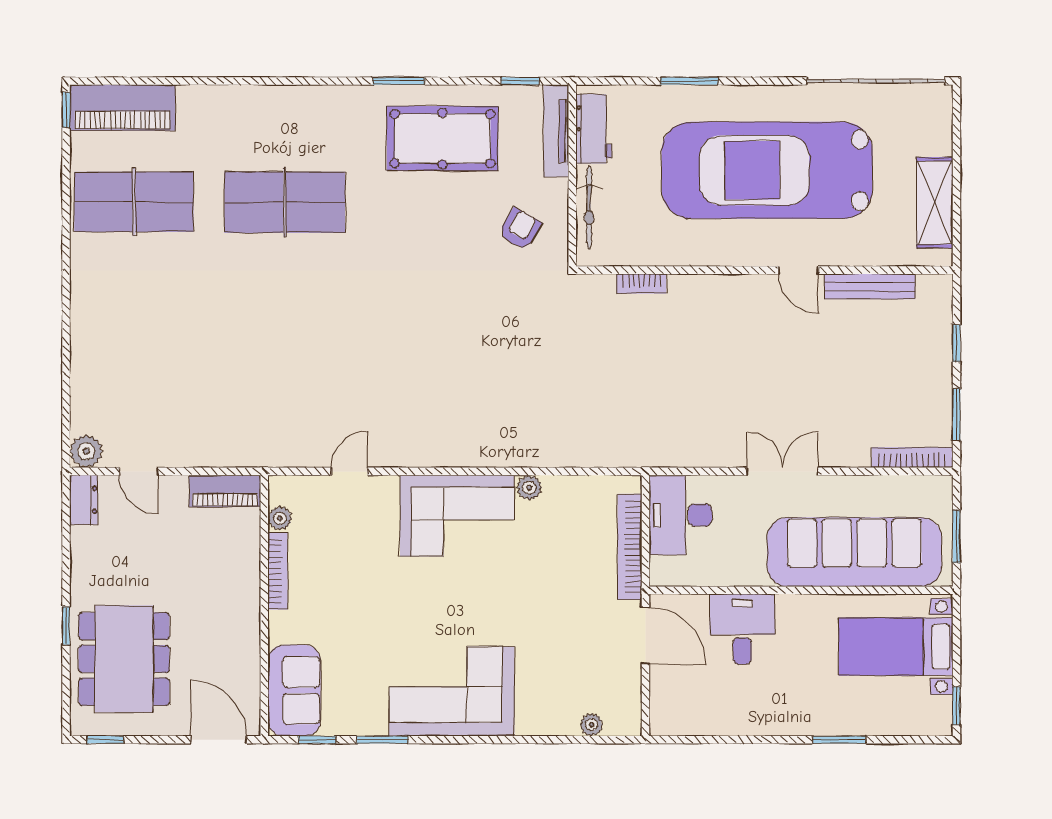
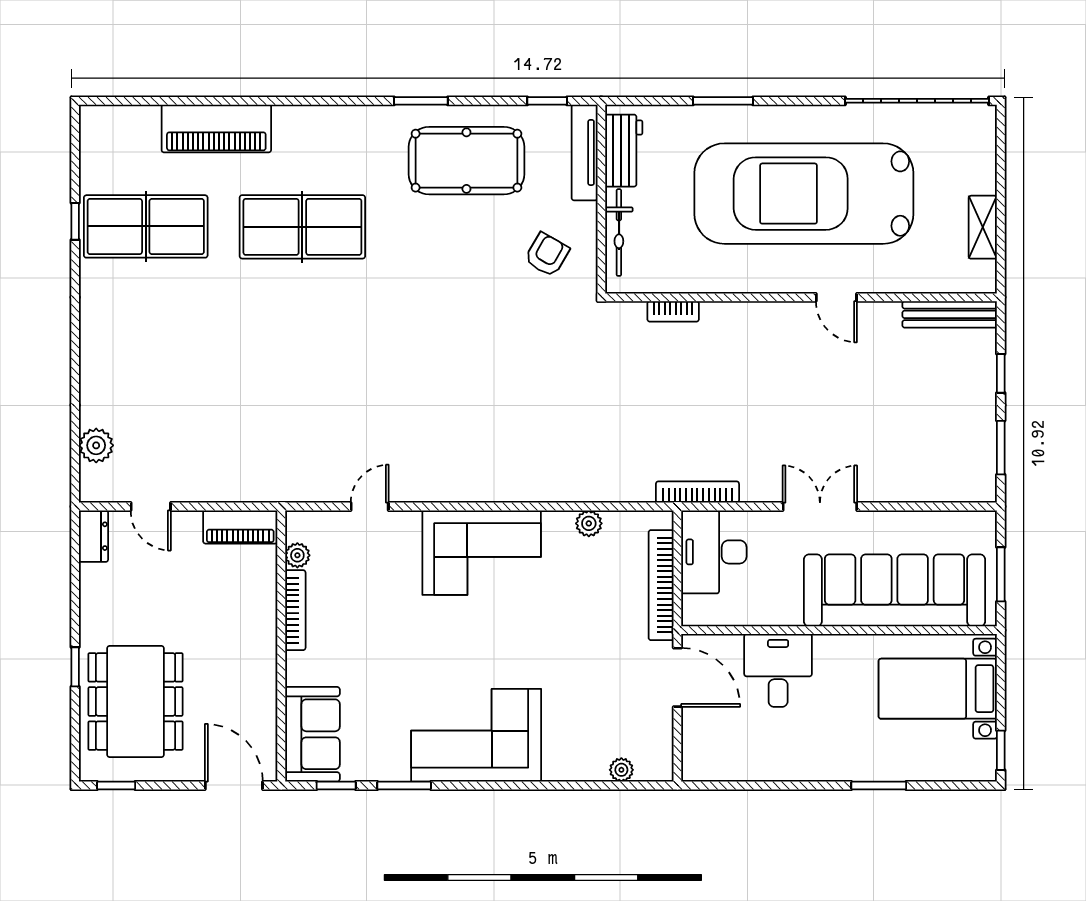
piano: (122, 108) -> (216, 128), moved
window: (66, 110) -> (75, 221), moved
shelving: (935, 203) -> (983, 227), width x0.67, depth x0.75
bench: (870, 287) -> (950, 314), moved
plant: (86, 451) -> (96, 445), moved
bookcase: (912, 457) -> (697, 492), moved
plant: (529, 488) -> (589, 523), moved

